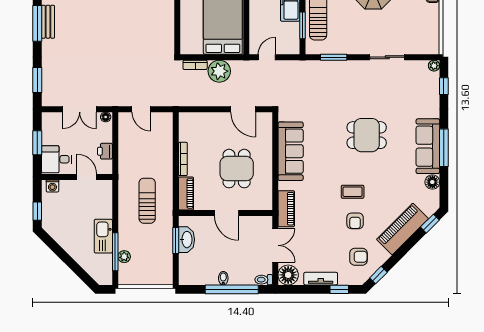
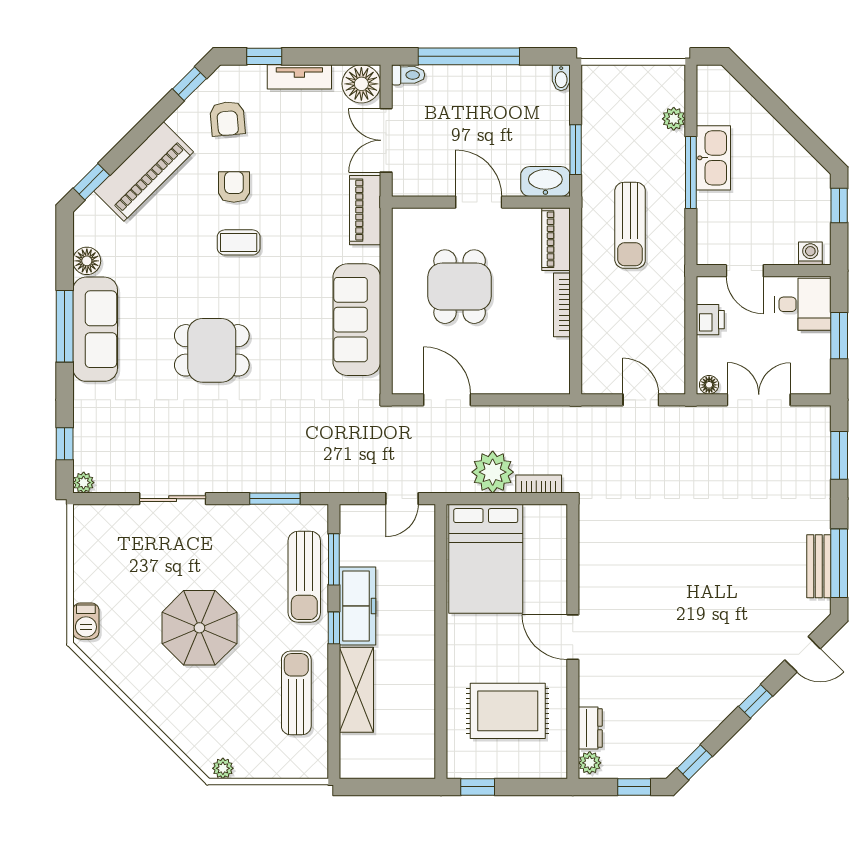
washbasin: (187, 240) -> (545, 181), moved, turned 90
window: (115, 252) -> (691, 173), moved
armchair: (358, 257) -> (227, 119), turned -95
bidet: (223, 278) -> (561, 78), moved

